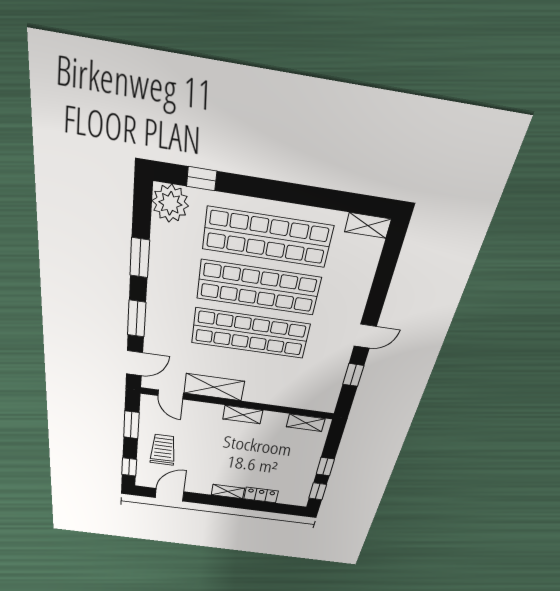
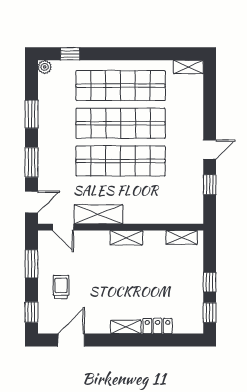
plant: (170, 203) -> (45, 67), width x0.53, depth x0.53
trolley: (163, 450) -> (61, 287), width x0.73, depth x0.72

